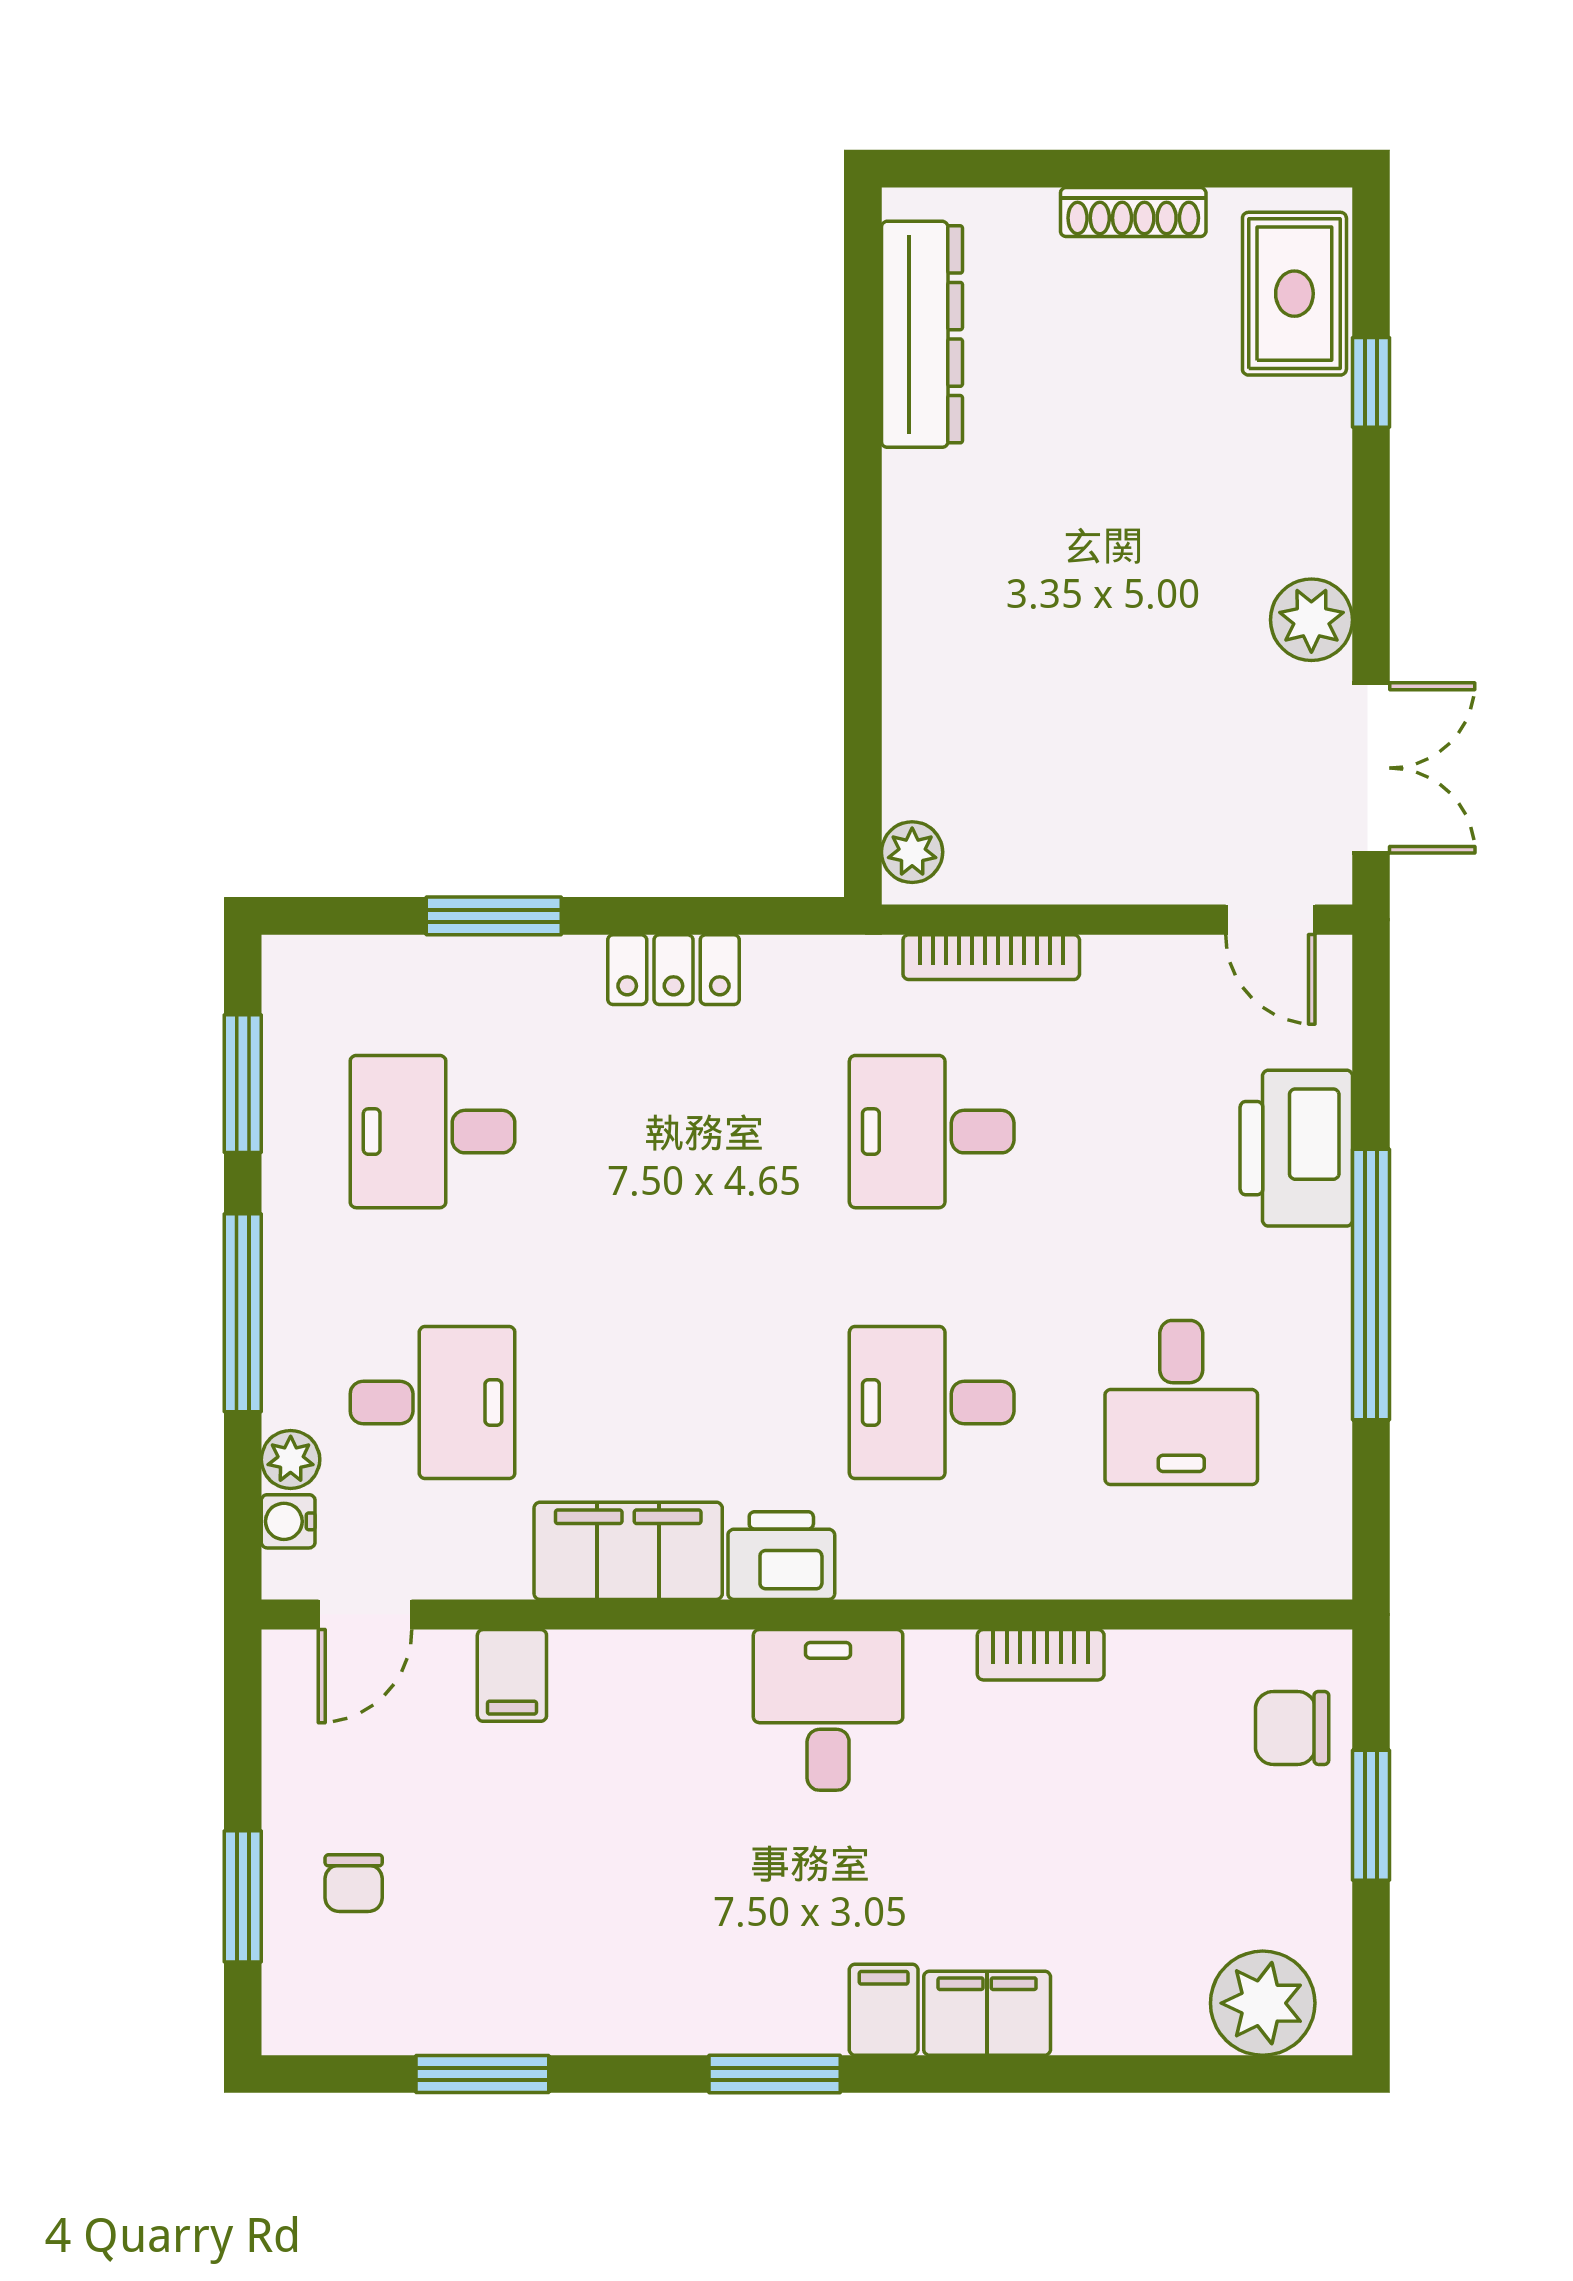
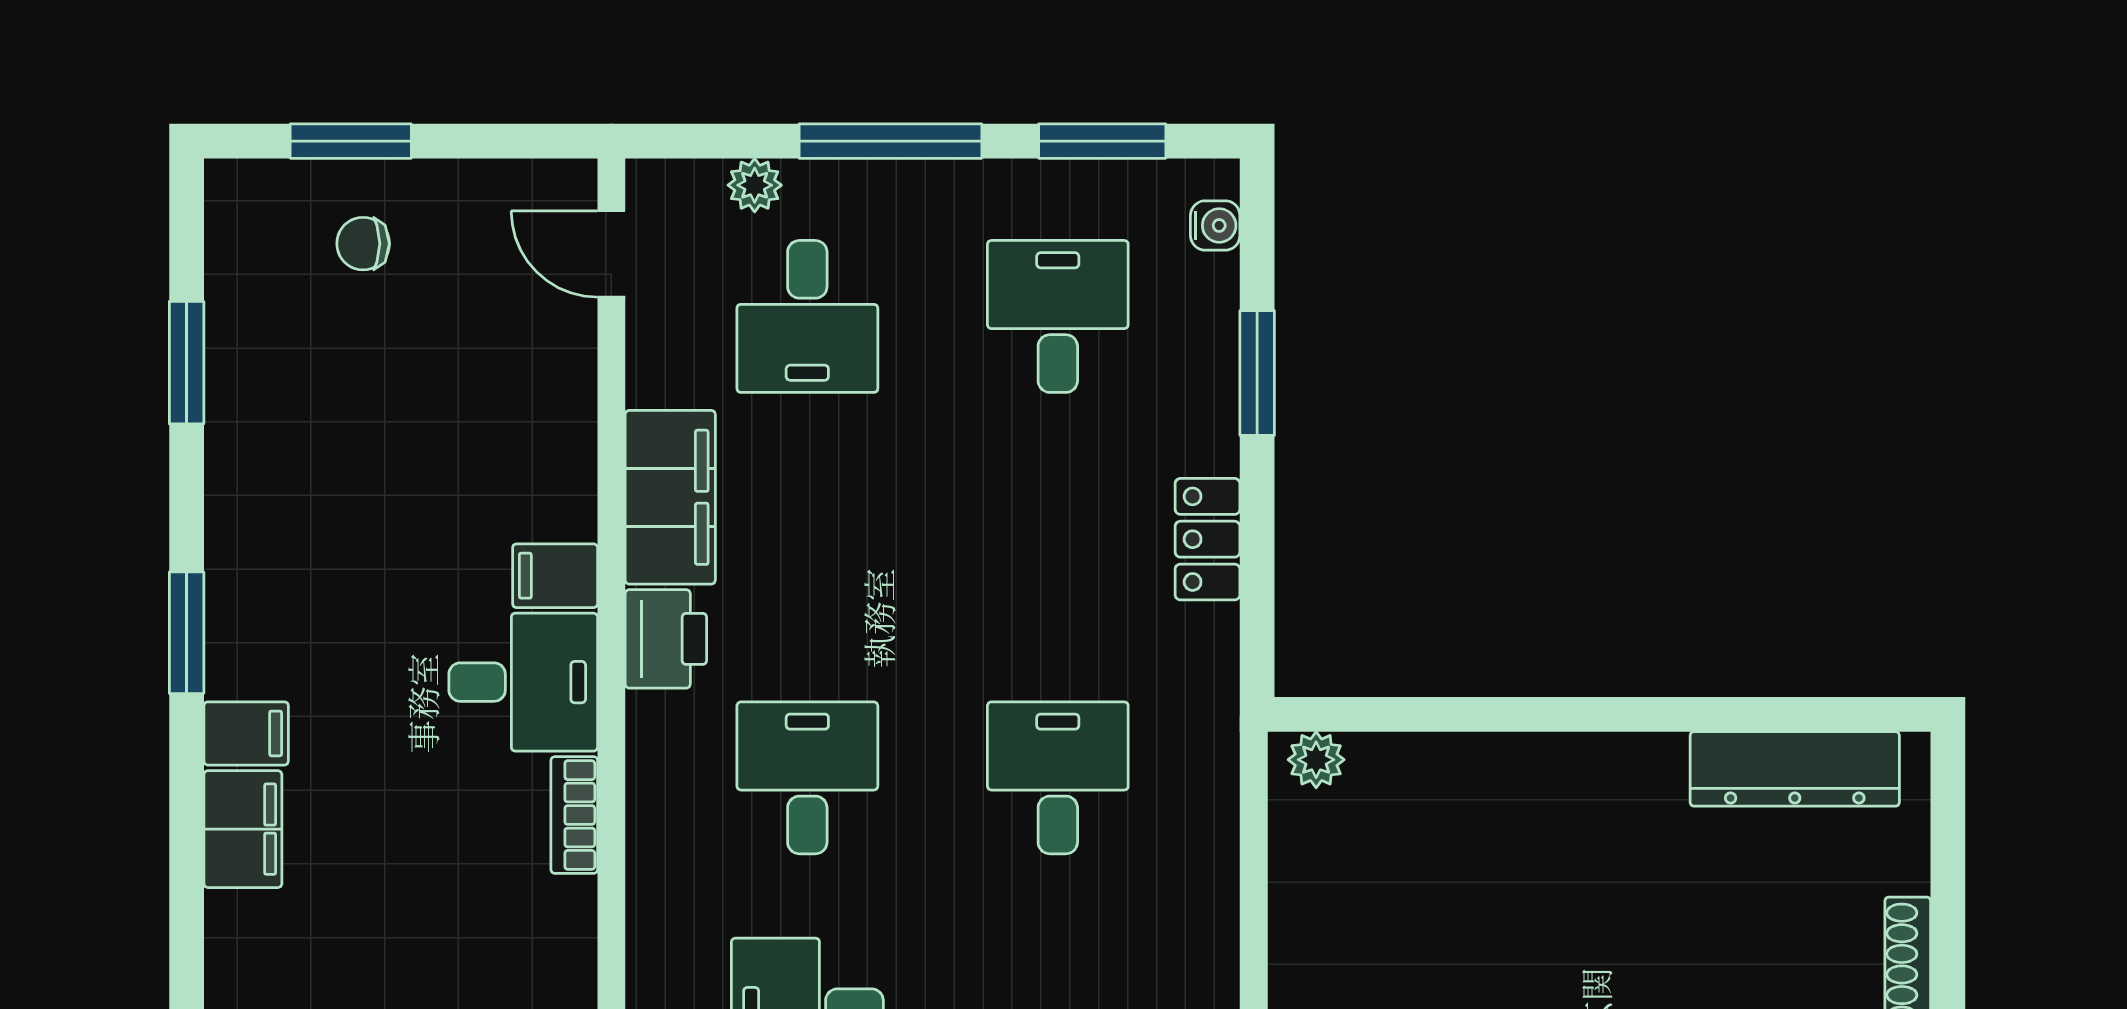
bookcase: (991, 957) -> (1219, 833), removed
water cooler: (288, 1521) -> (1215, 225), moved, turned 90
bookcase: (1041, 1655) -> (574, 815), moved
filing cabinet: (512, 1675) -> (555, 576), moved

